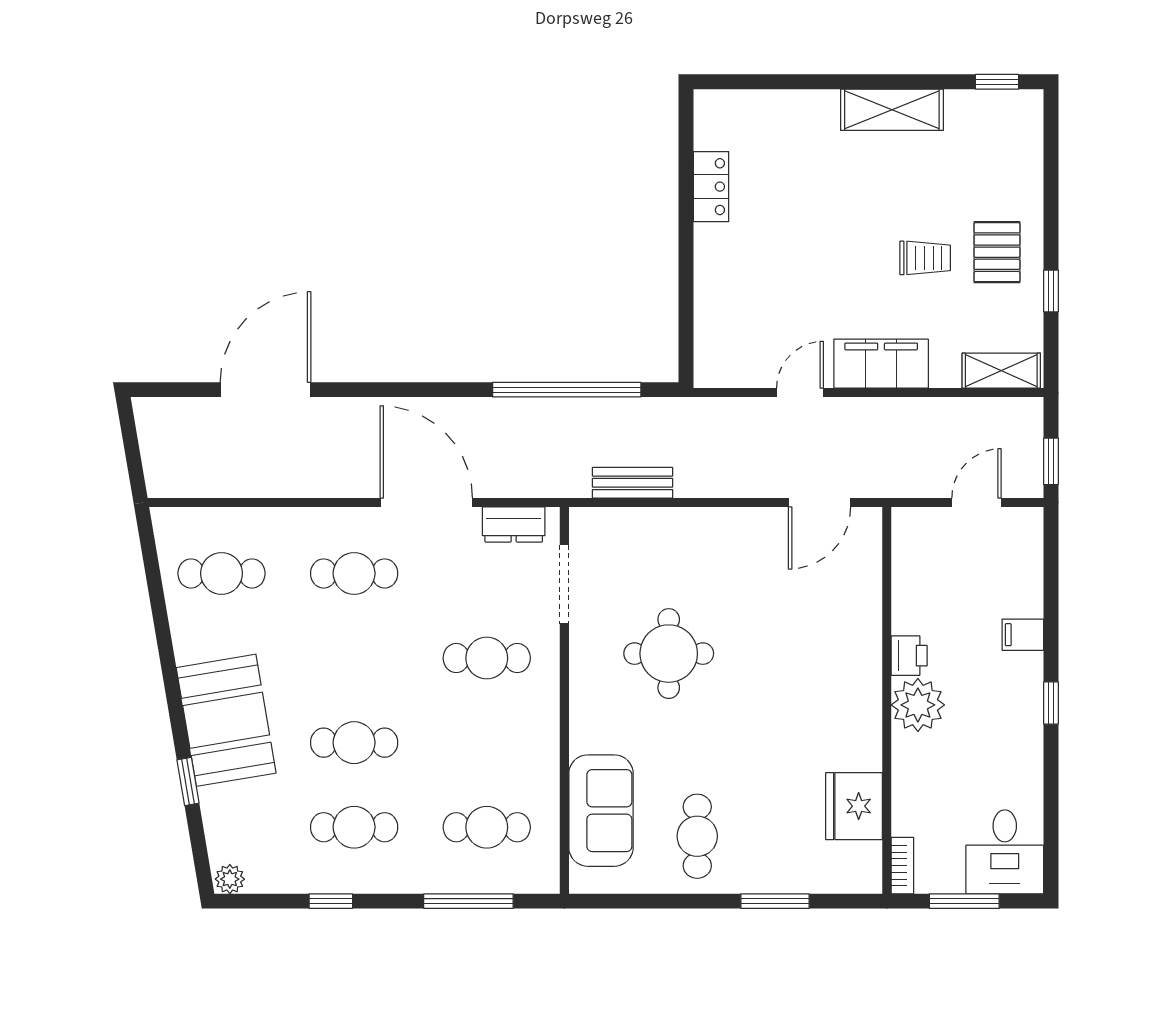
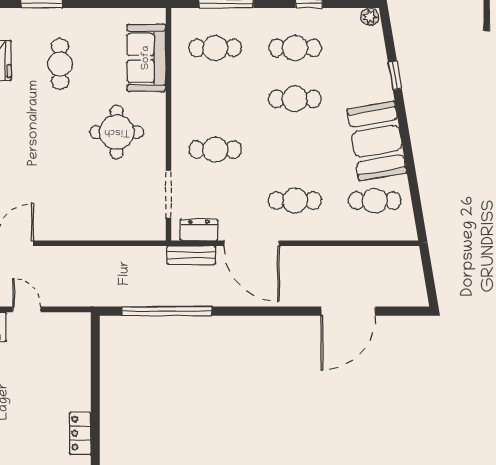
door: (800, 393) -> (27, 309), swing flipped
bench: (633, 483) -> (191, 255), moved
round table: (669, 654) -> (117, 132), moved
booth: (226, 720) -> (377, 141), moved
cafe table: (697, 836) -> (60, 64), moved

